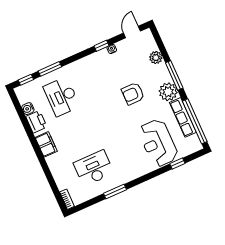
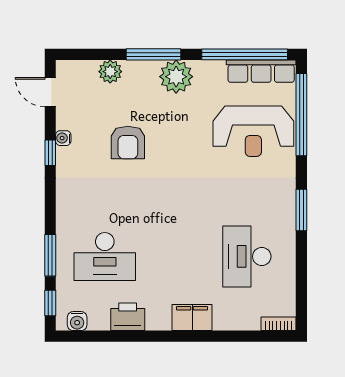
armchair: (133, 94) -> (128, 143), moved
water cooler: (28, 109) -> (77, 321), moved
row of seats: (183, 117) -> (261, 71), moved
filing cabinet: (46, 144) -> (192, 318), moved
window: (177, 163) -> (301, 115), width x3.17
window: (115, 191) -> (301, 210), moved

